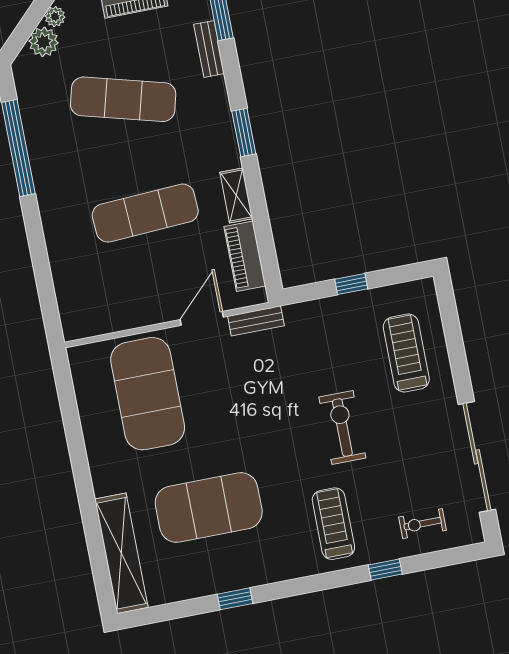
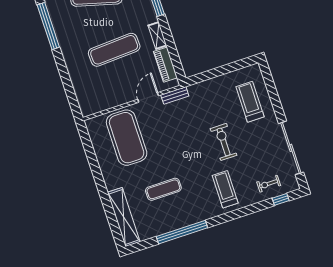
window: (351, 284) -> (219, 71), removed
exercise mat: (209, 507) -> (163, 189), width x0.50, depth x0.69
window: (385, 570) -> (281, 199), moved
window: (235, 599) -> (182, 232), width x3.17

